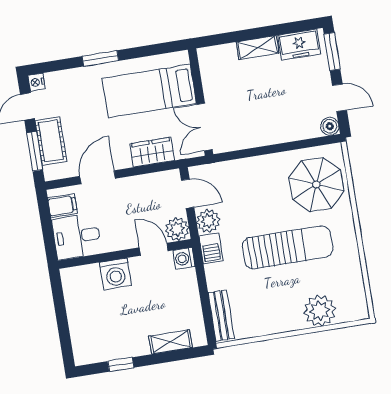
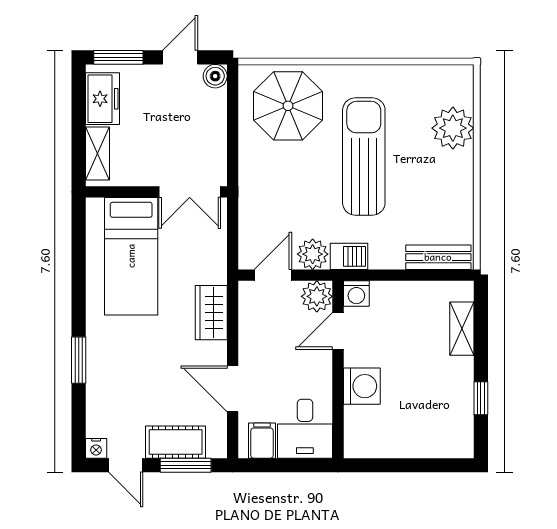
bed: (149, 91) -> (131, 256), moved
wall: (201, 102) -> (156, 192), moved
double door: (205, 127) -> (190, 192), moved

